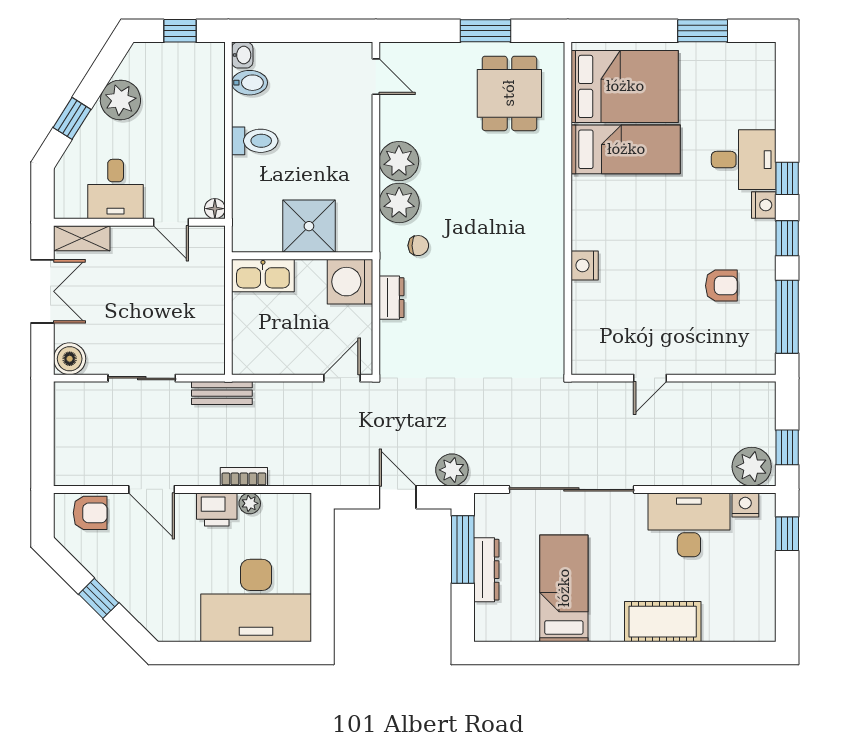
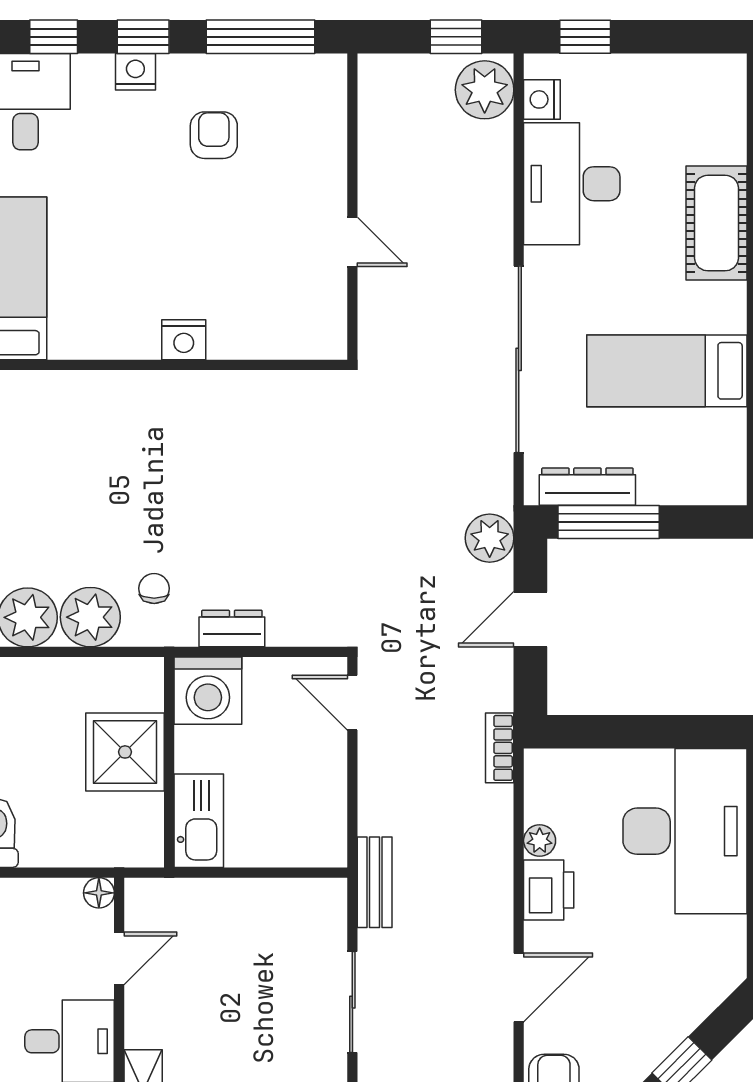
nightstand: (764, 205) -> (135, 72), moved
bookcase: (244, 477) -> (500, 748), moved
dresser: (486, 570) -> (587, 487), moved

